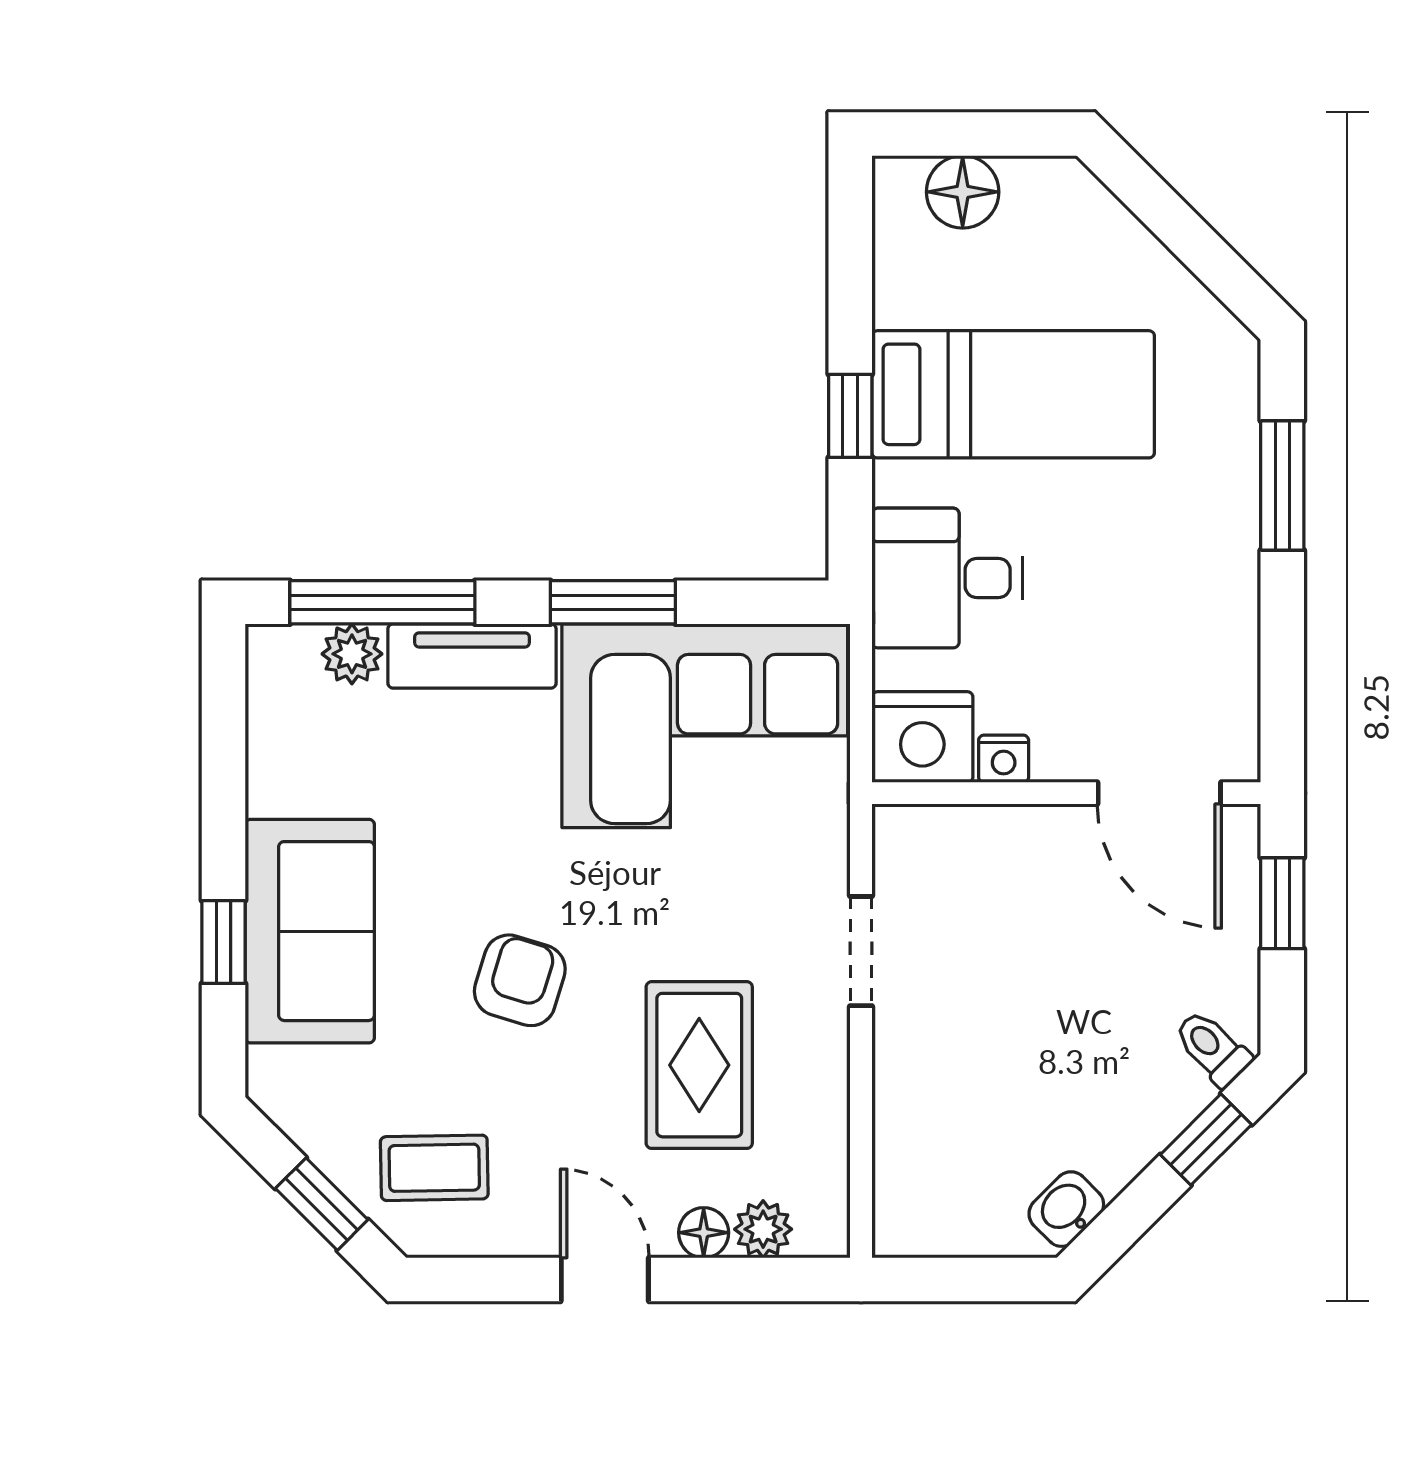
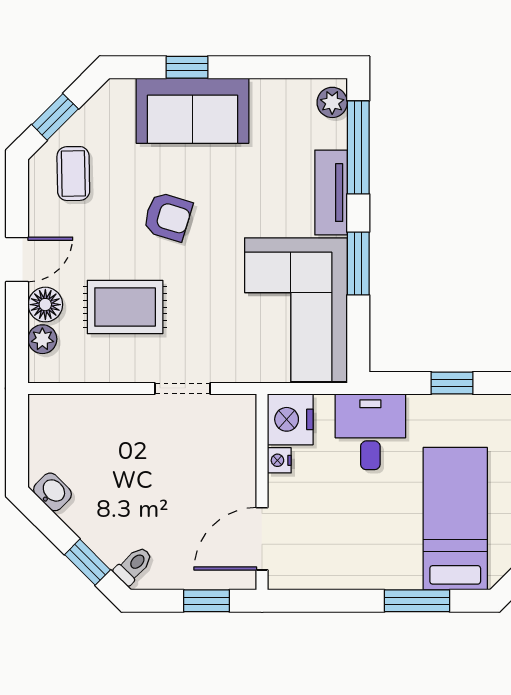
bed: (1013, 394) -> (455, 519), moved, turned 180
plant: (352, 654) -> (332, 102), moved
floor lamp: (704, 1233) -> (45, 305), width x1.37, depth x1.37

